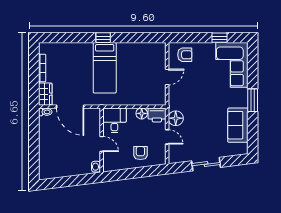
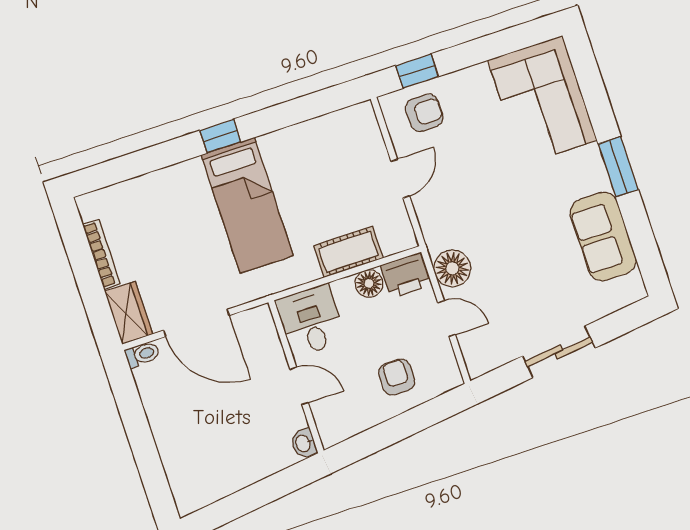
window: (219, 38) -> (417, 71), moved
cot: (138, 99) -> (348, 252), added

